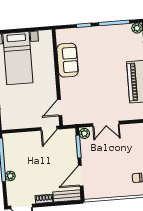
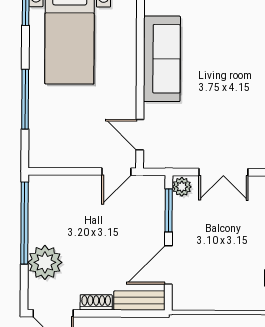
sofa: (68, 60) -> (162, 59), width x1.36
door: (60, 108) -> (140, 135), hinge flipped
plant: (10, 176) -> (45, 262), width x1.88, depth x1.88

